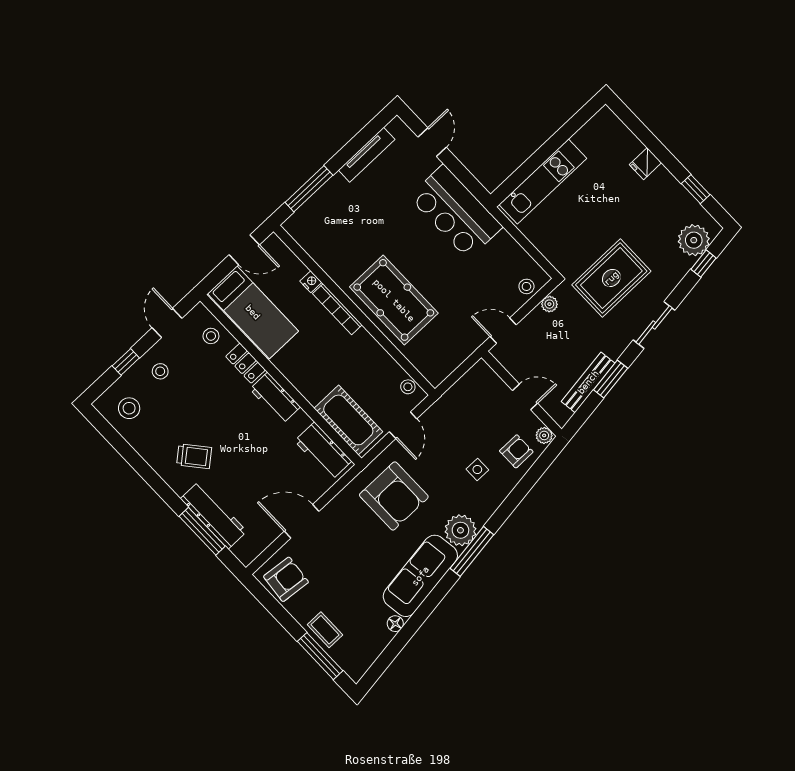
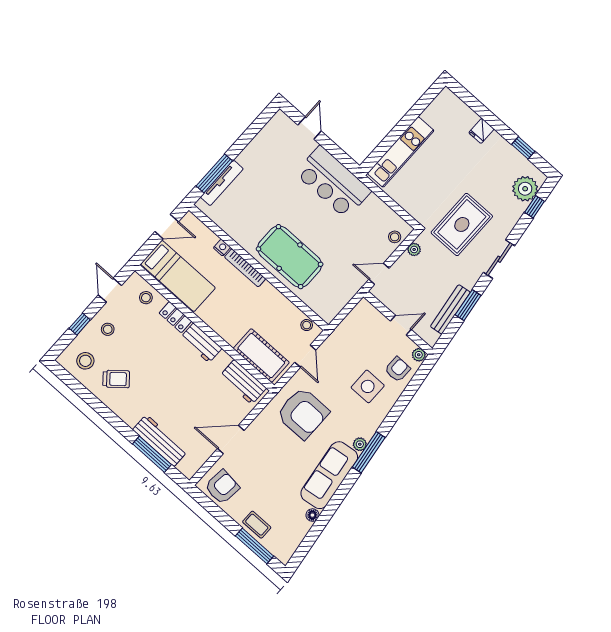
tv unit: (367, 155) -> (222, 183), moved
trolley: (194, 456) -> (116, 379), moved
side table: (477, 470) -> (368, 386), width x1.87, depth x1.87
plant: (460, 530) -> (360, 444), width x0.53, depth x0.53

